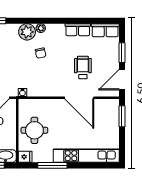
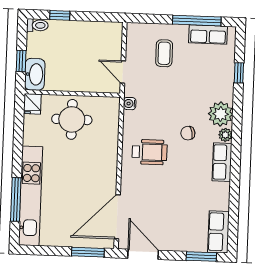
row of seats: (78, 30) -> (222, 162), moved
window: (122, 53) -> (201, 257), moved
wheelchair: (83, 67) -> (150, 152), moved
door: (79, 98) -> (117, 217), moved
window: (52, 165) -> (16, 199), moved

